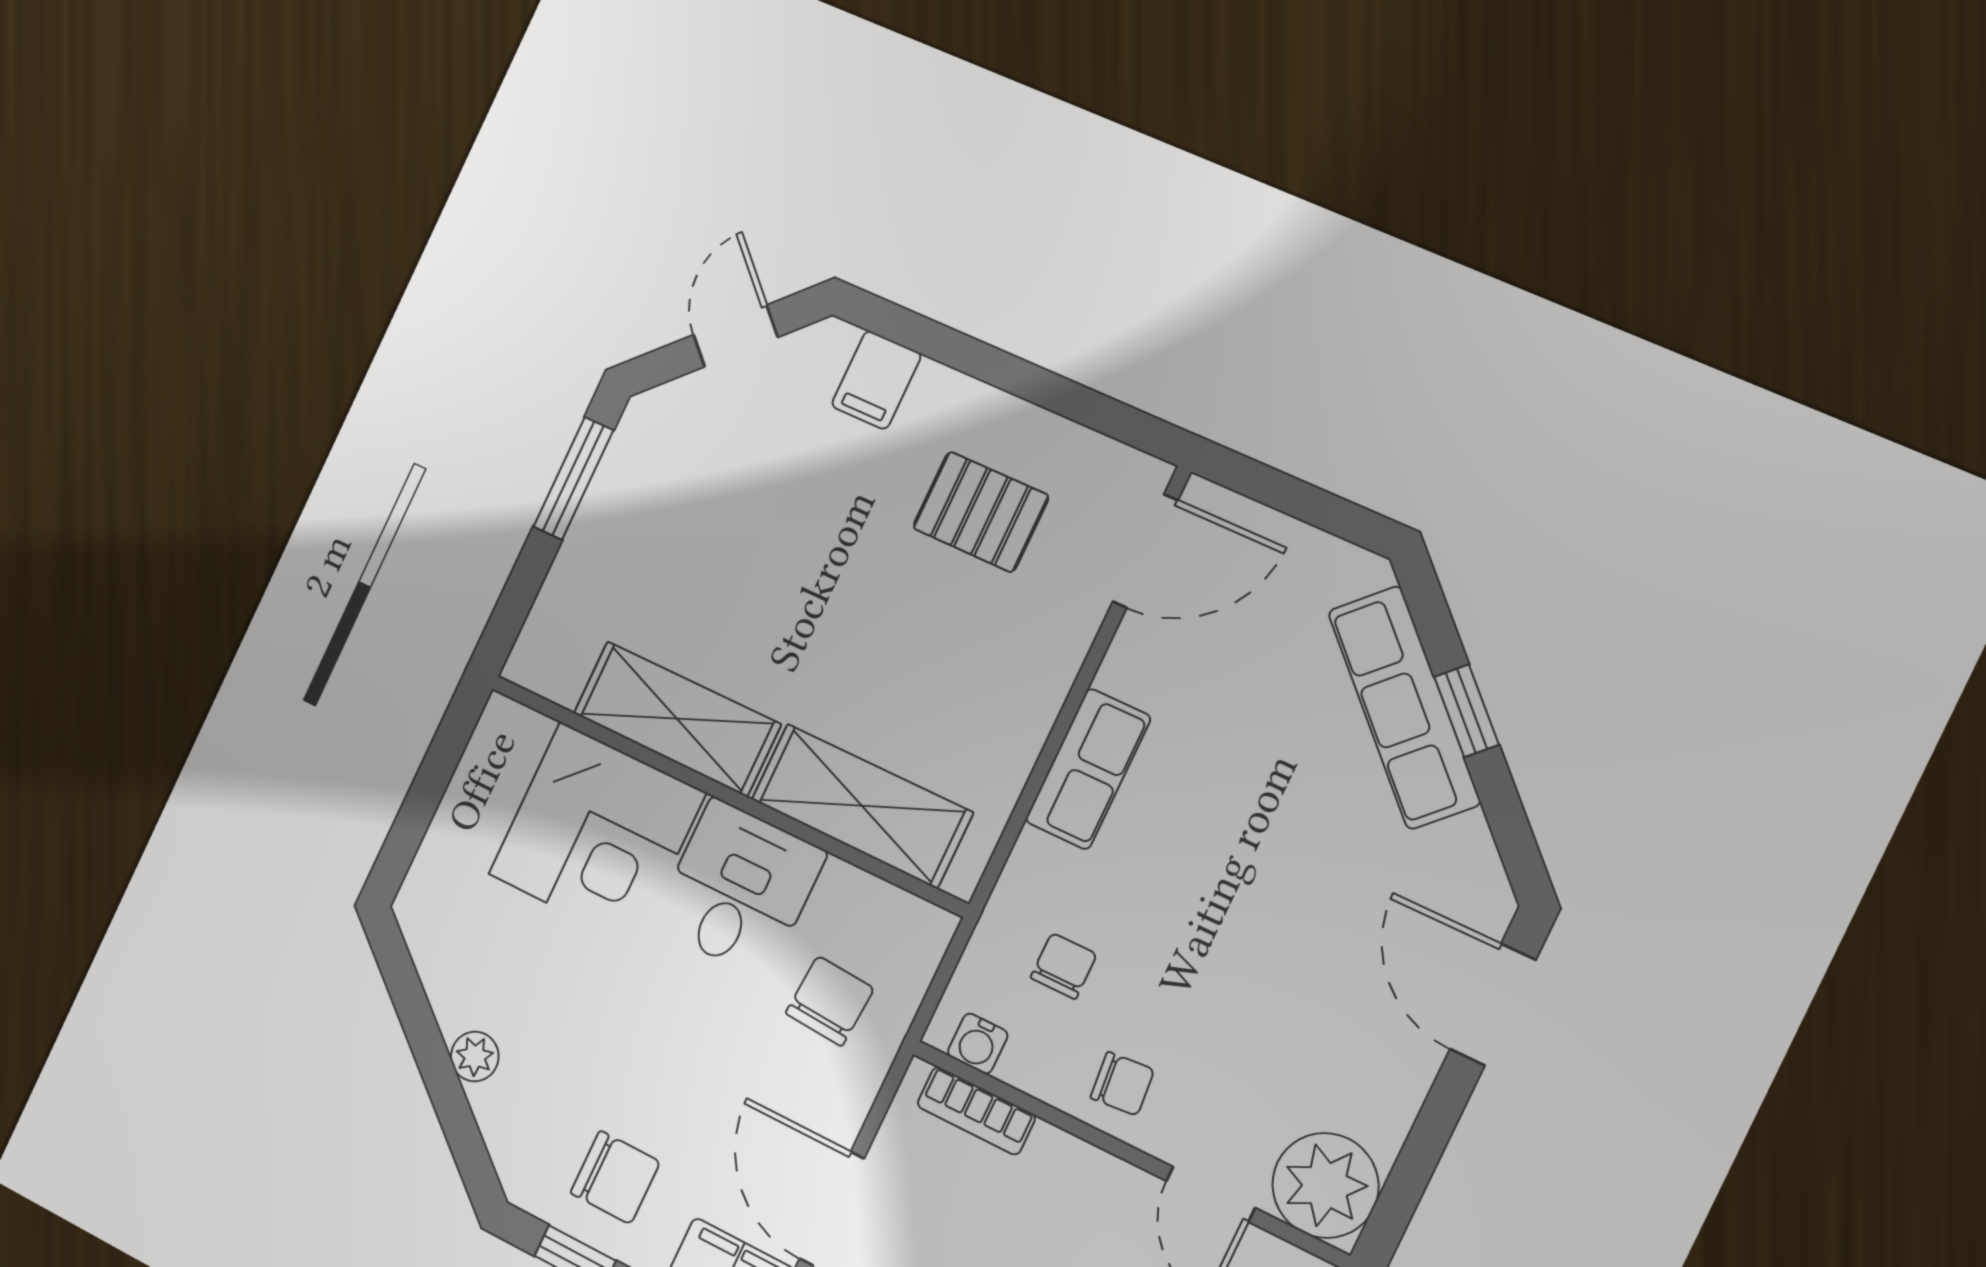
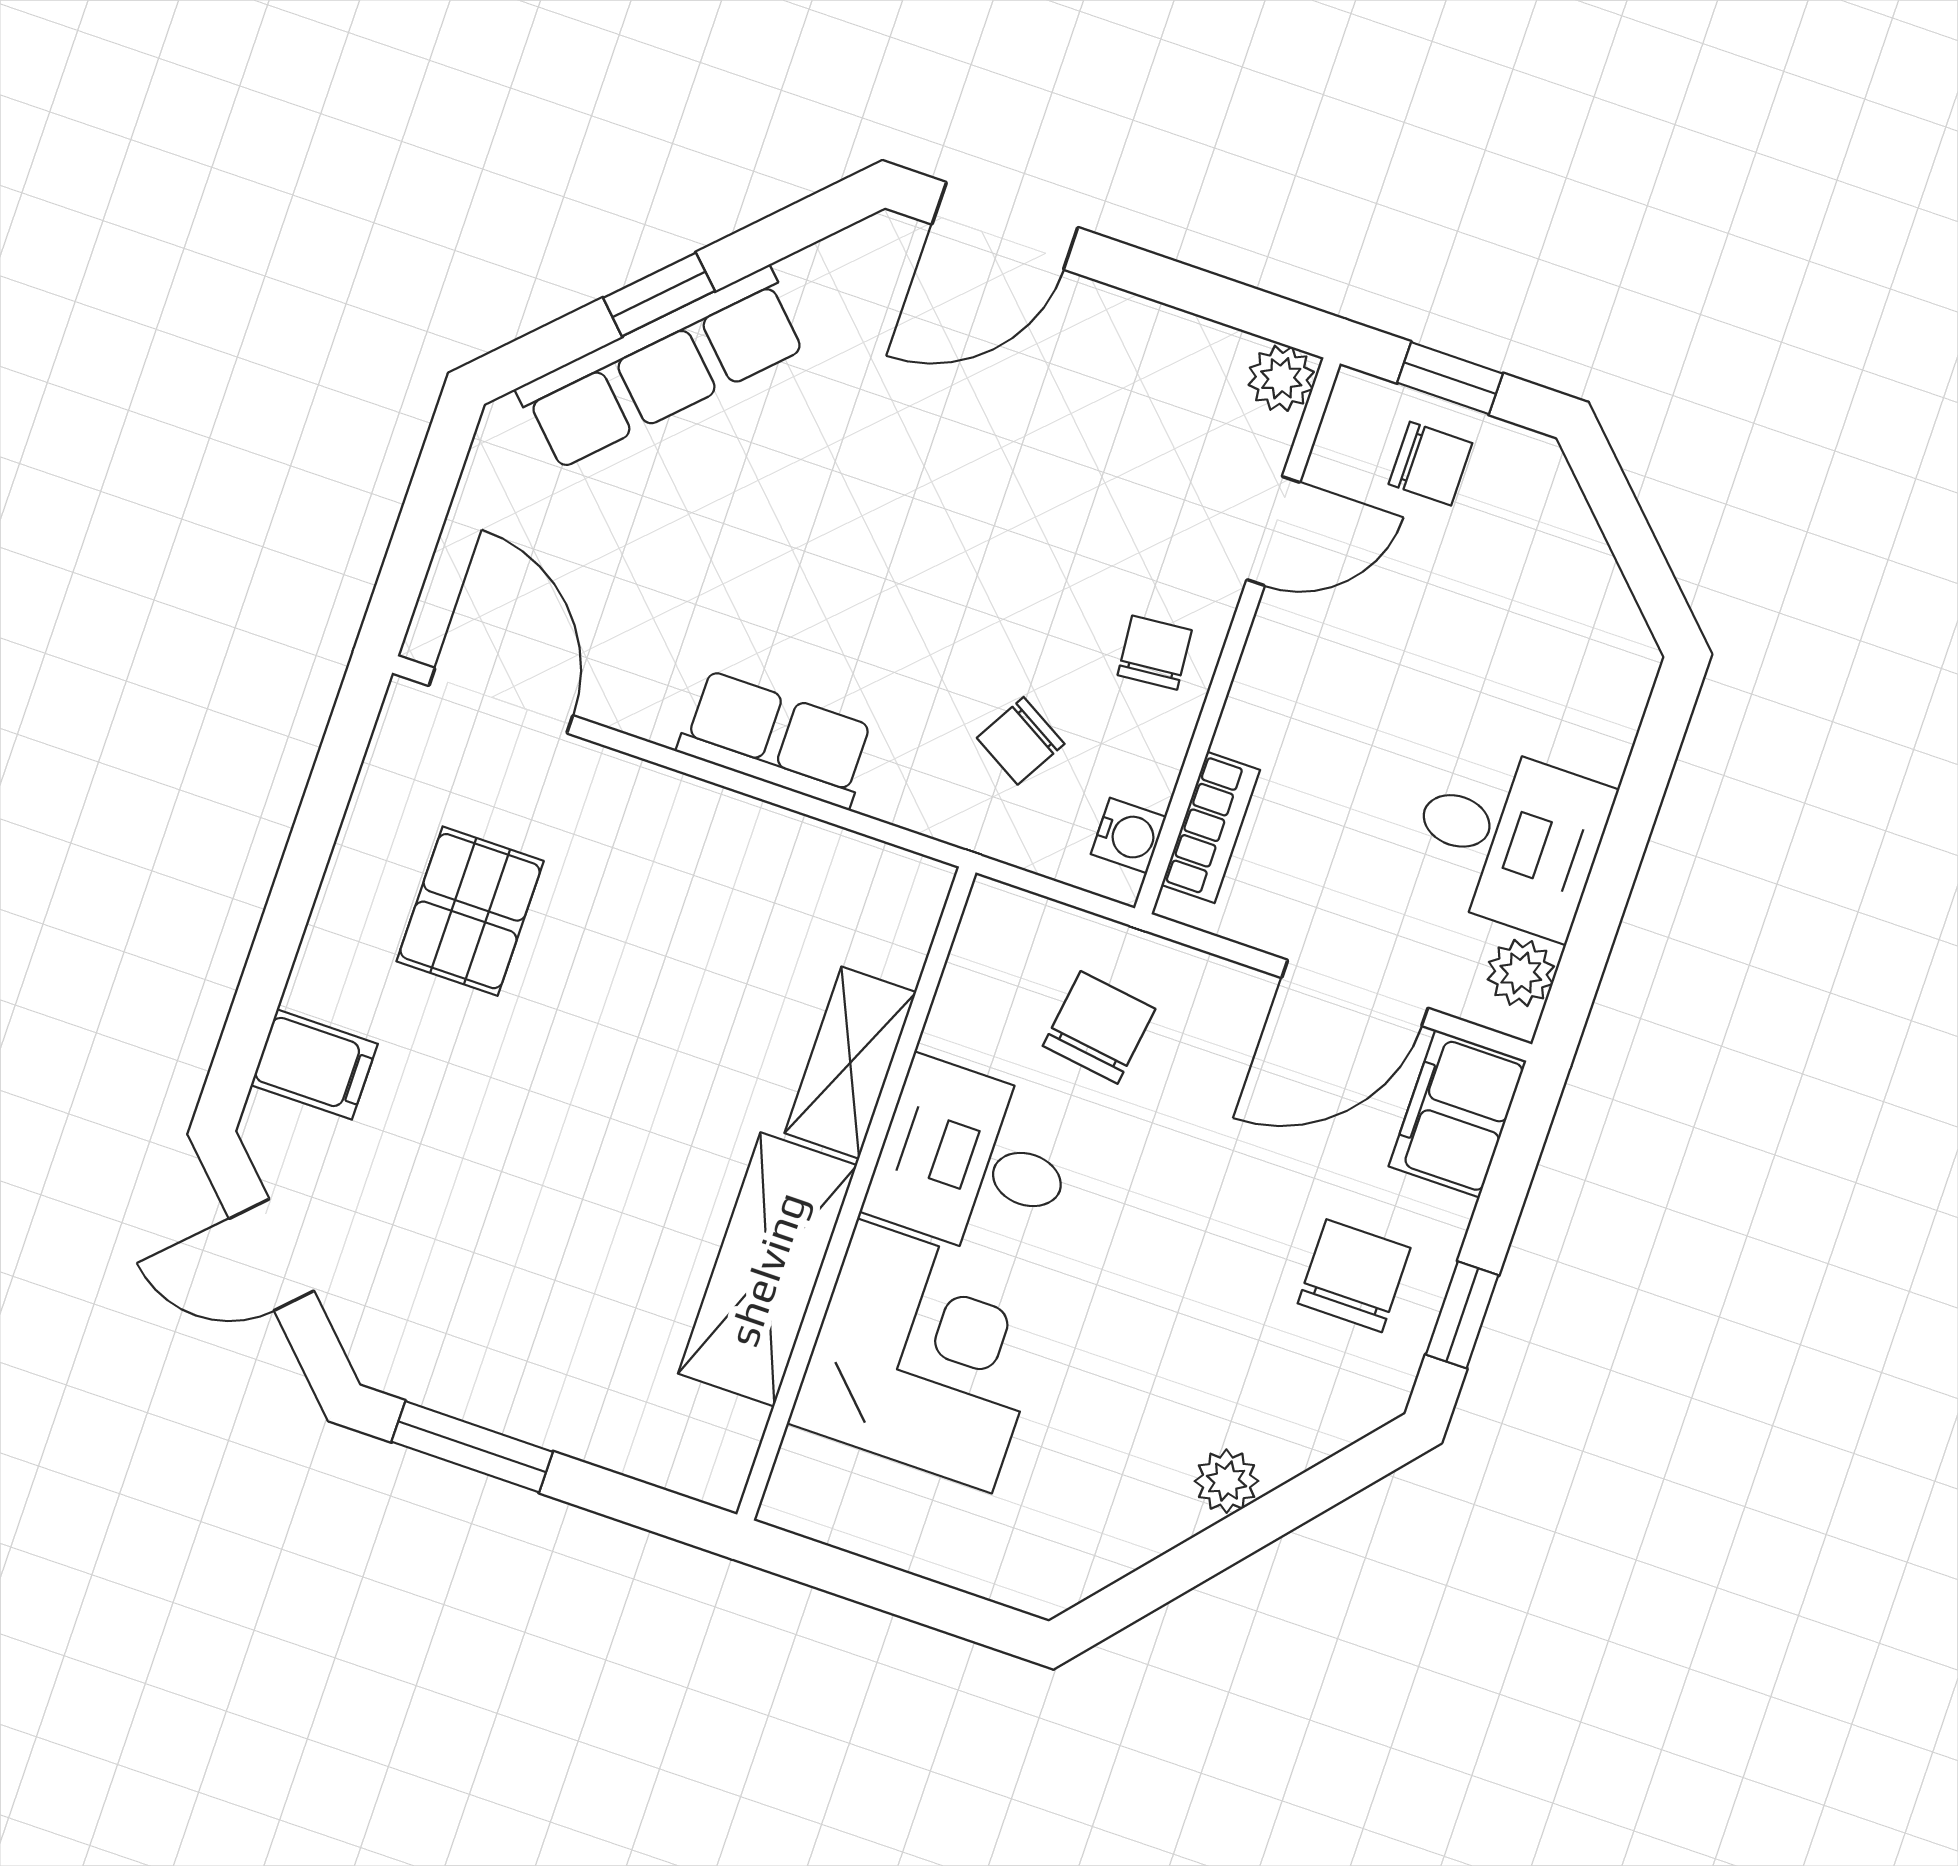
shelving: (862, 806) -> (850, 1063), width x0.67, depth x0.75
chair: (1064, 966) -> (1021, 741), turned -60
chair: (830, 1001) -> (1099, 1027), turned 94
plant: (1325, 1185) -> (1281, 378), width x0.53, depth x0.53

